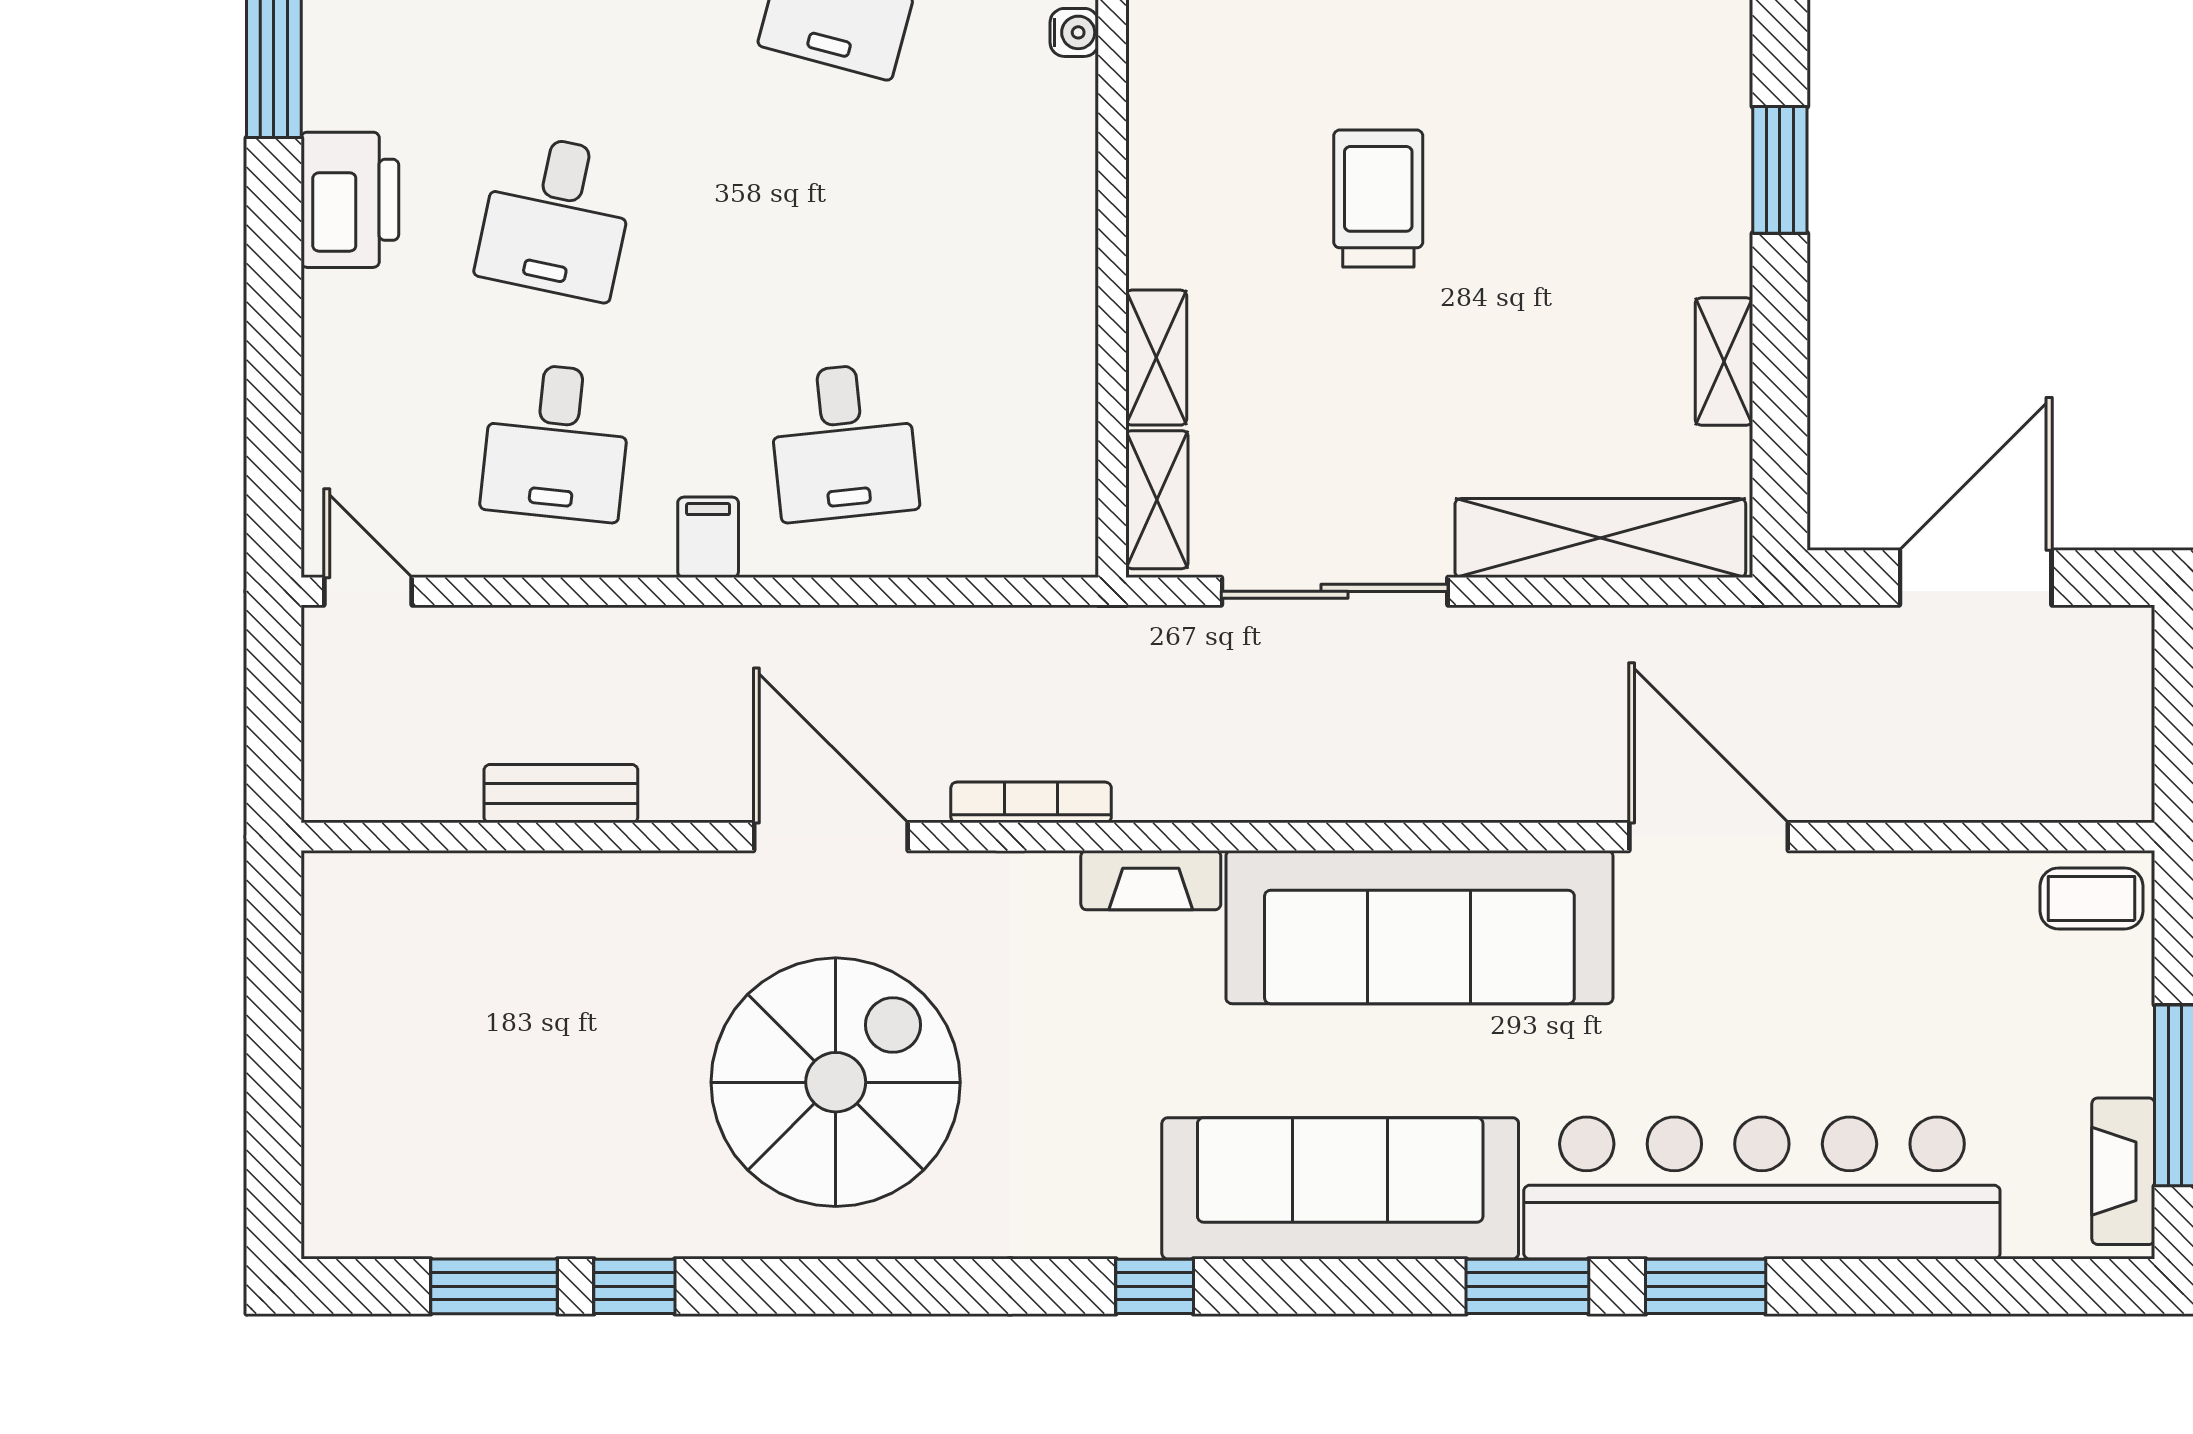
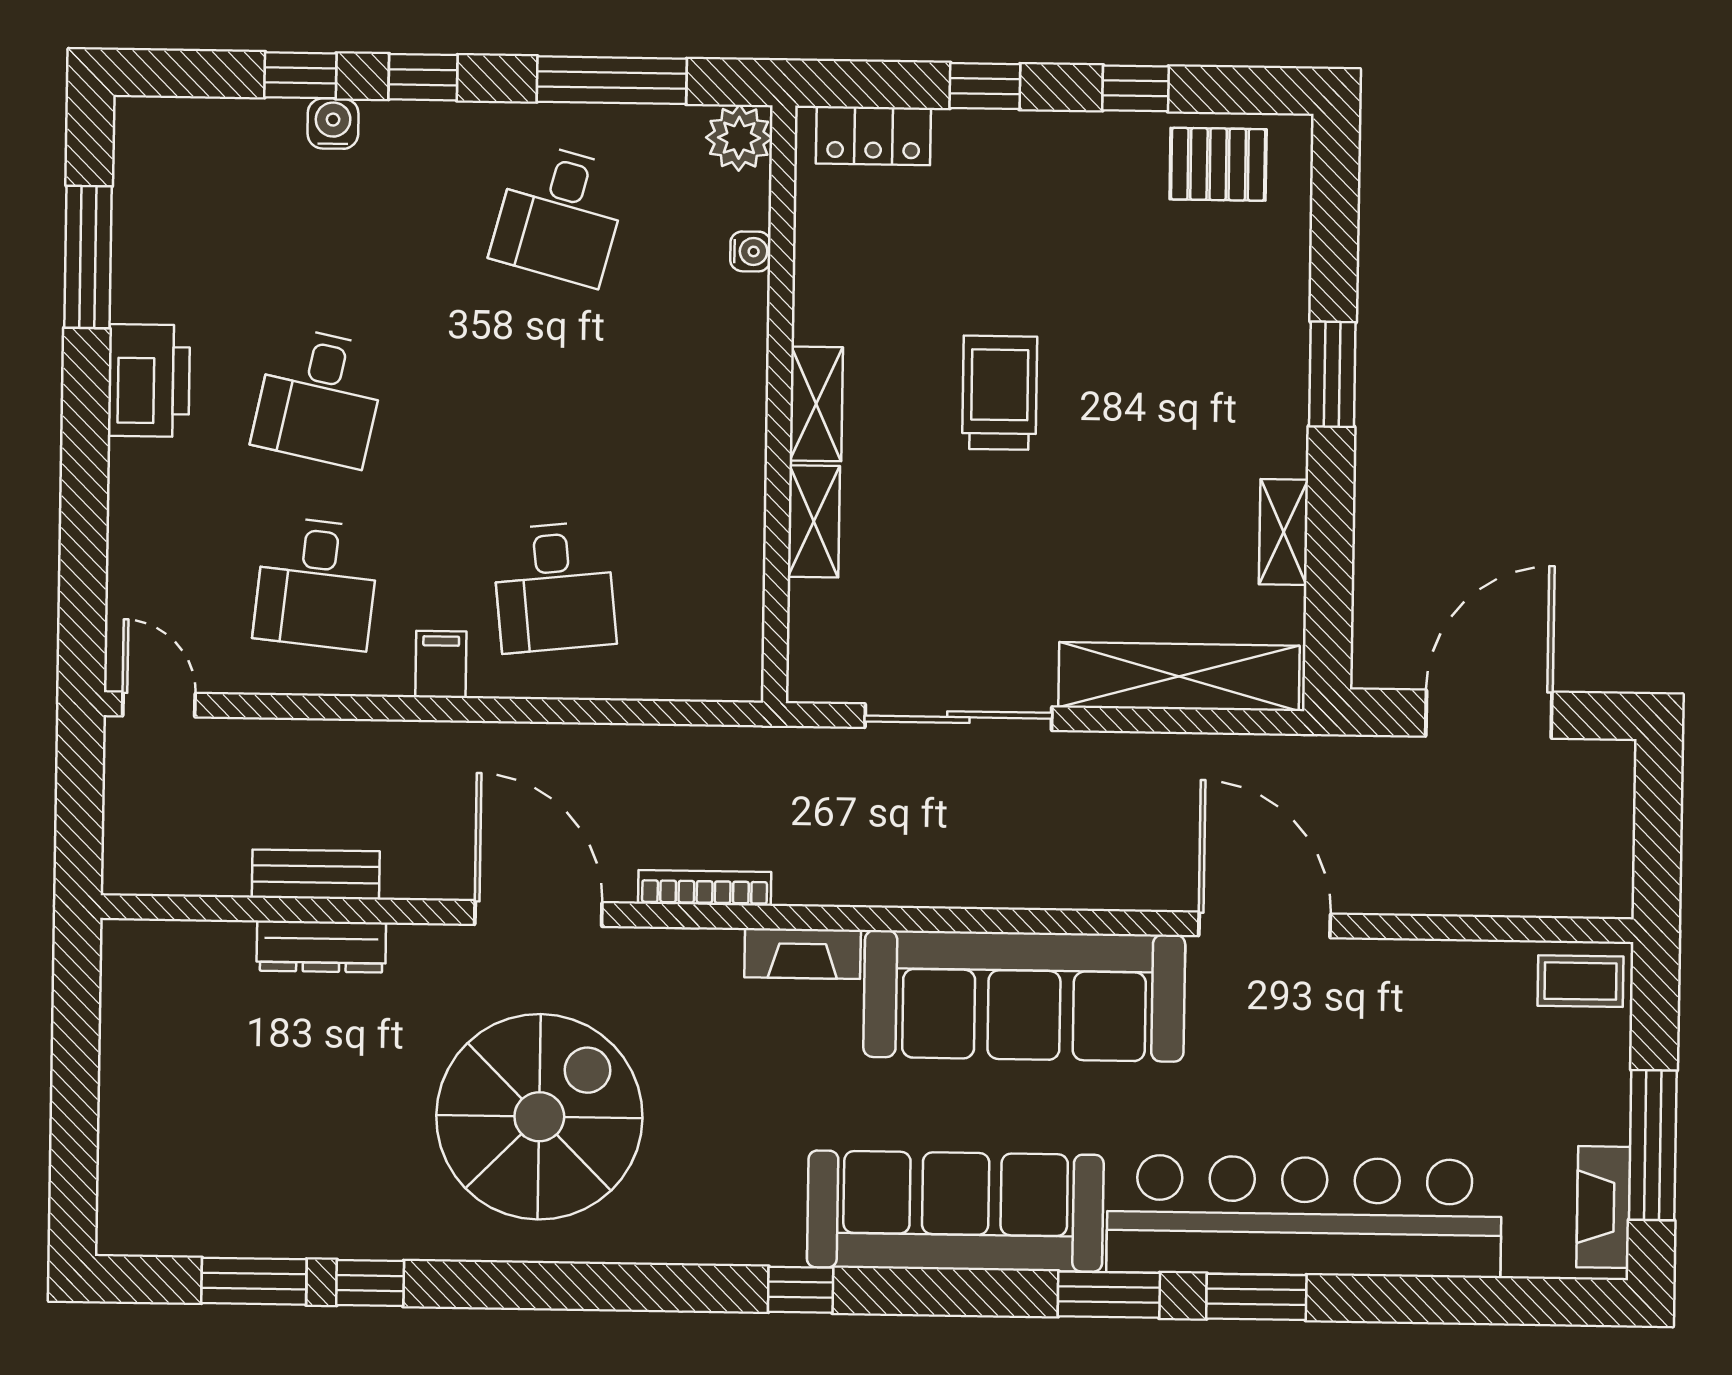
shelving: (1157, 500) -> (816, 404), moved
dresser: (569, 881) -> (321, 947), added

